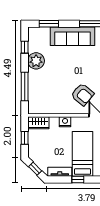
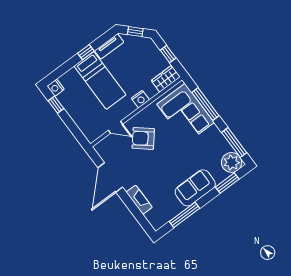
sofa: (73, 36) -> (195, 188), width x0.73
window: (25, 47) -> (234, 143), width x2.17
plant: (36, 61) -> (232, 162), moved
corner sofa: (42, 90) -> (186, 113), added

